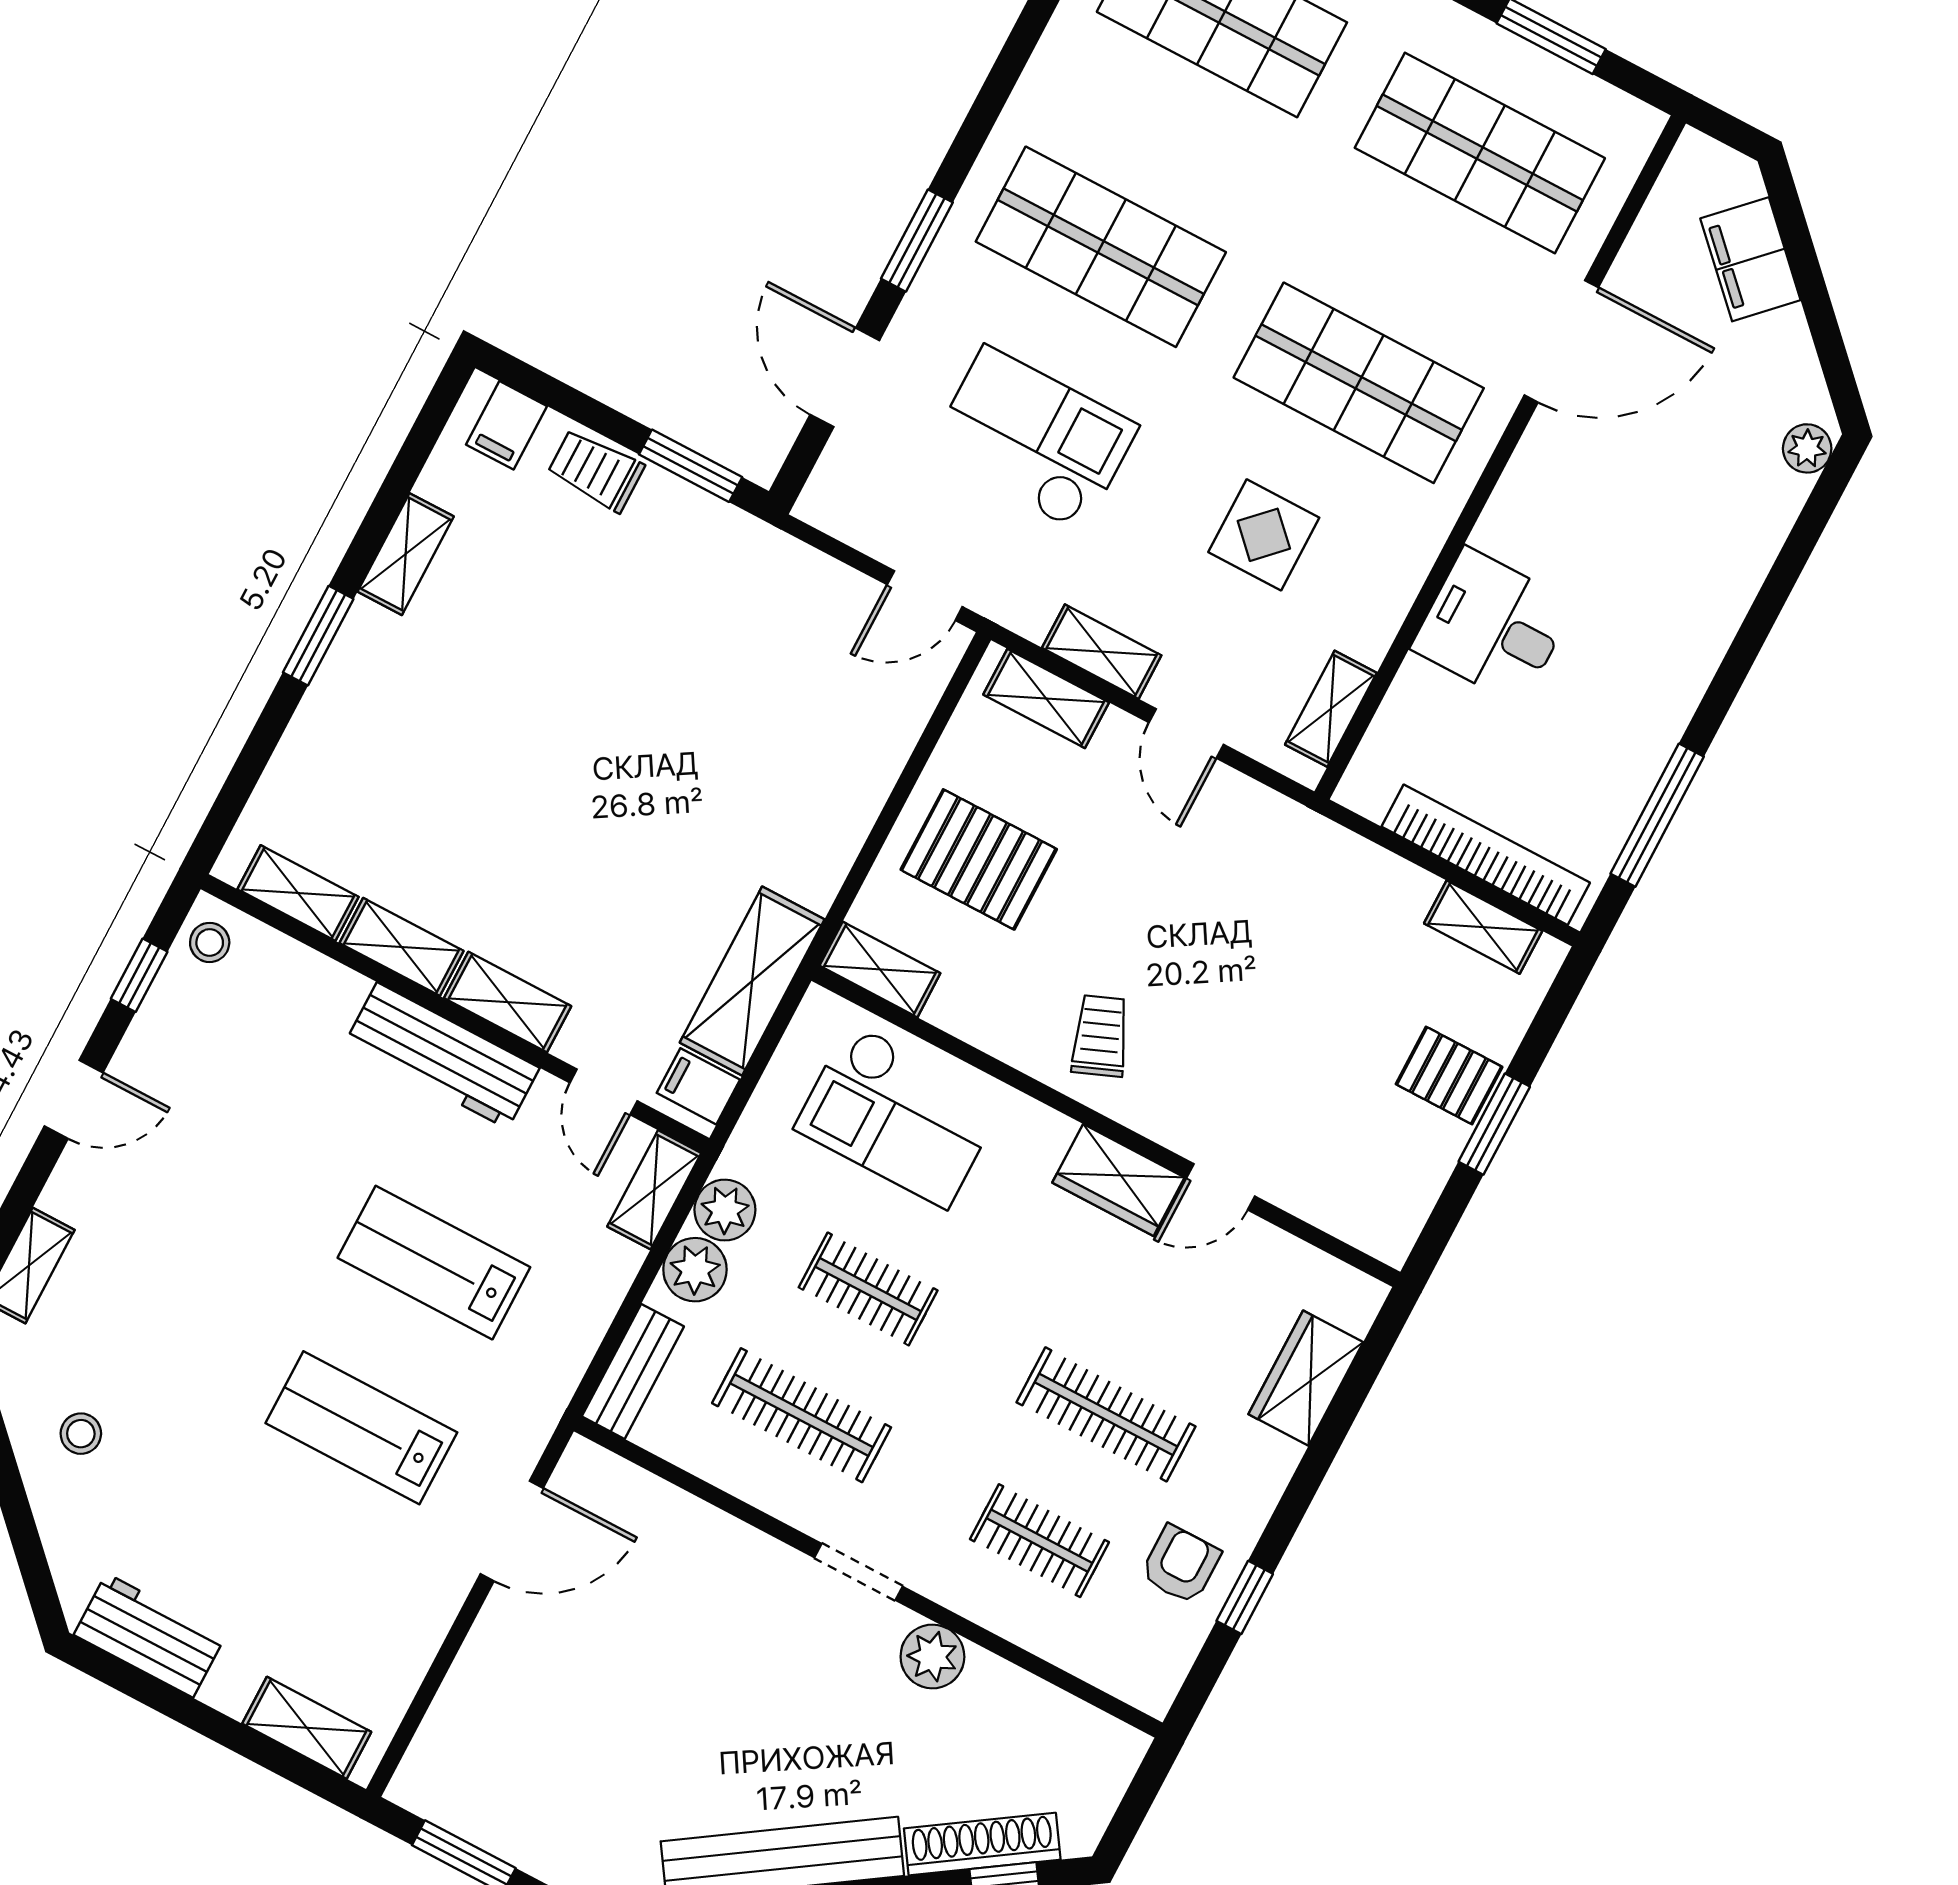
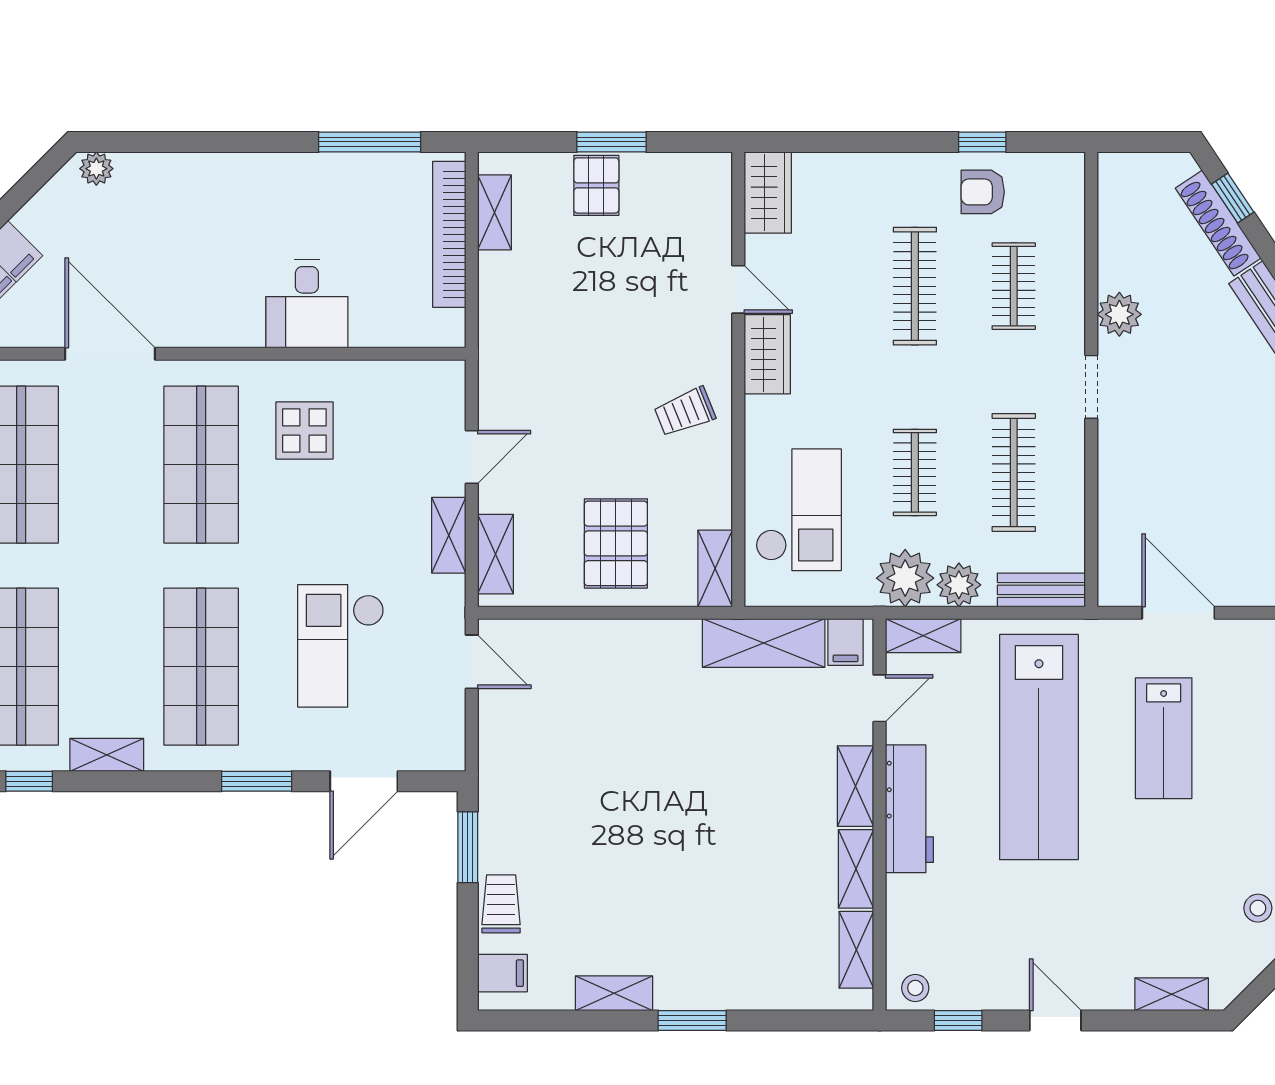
trolley: (596, 470) -> (501, 904), turned 180
display table: (1264, 535) -> (304, 431), moved
shelving: (1331, 709) -> (107, 755), moved
plant: (725, 1210) -> (905, 578), width x1.36, depth x1.36
lab bench: (434, 1263) -> (1039, 747), width x1.86, depth x1.39
wardrobe: (1306, 1378) -> (768, 192), moved, turned -90

